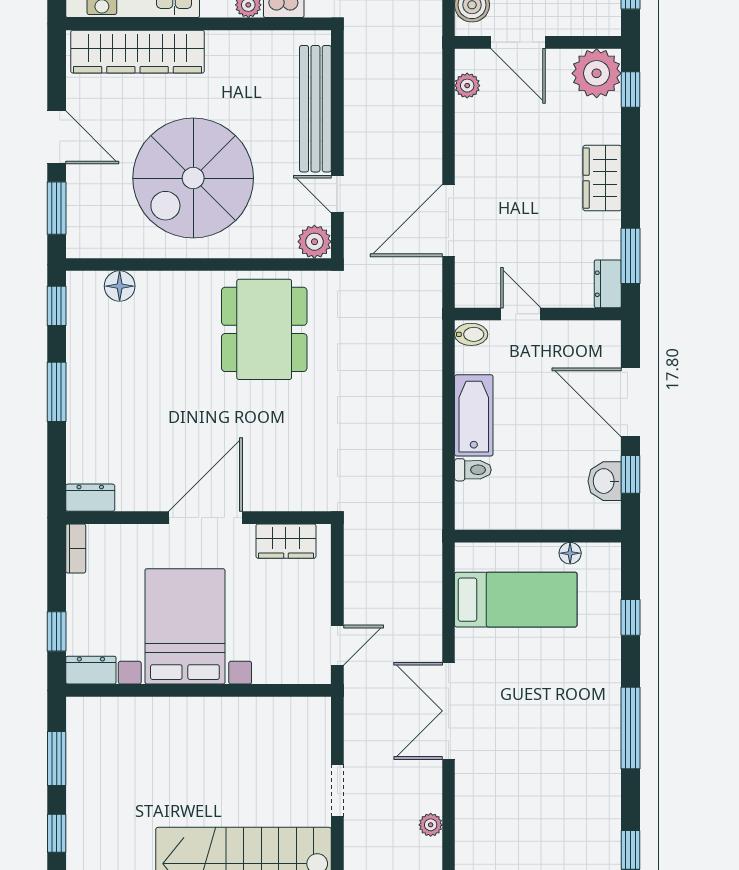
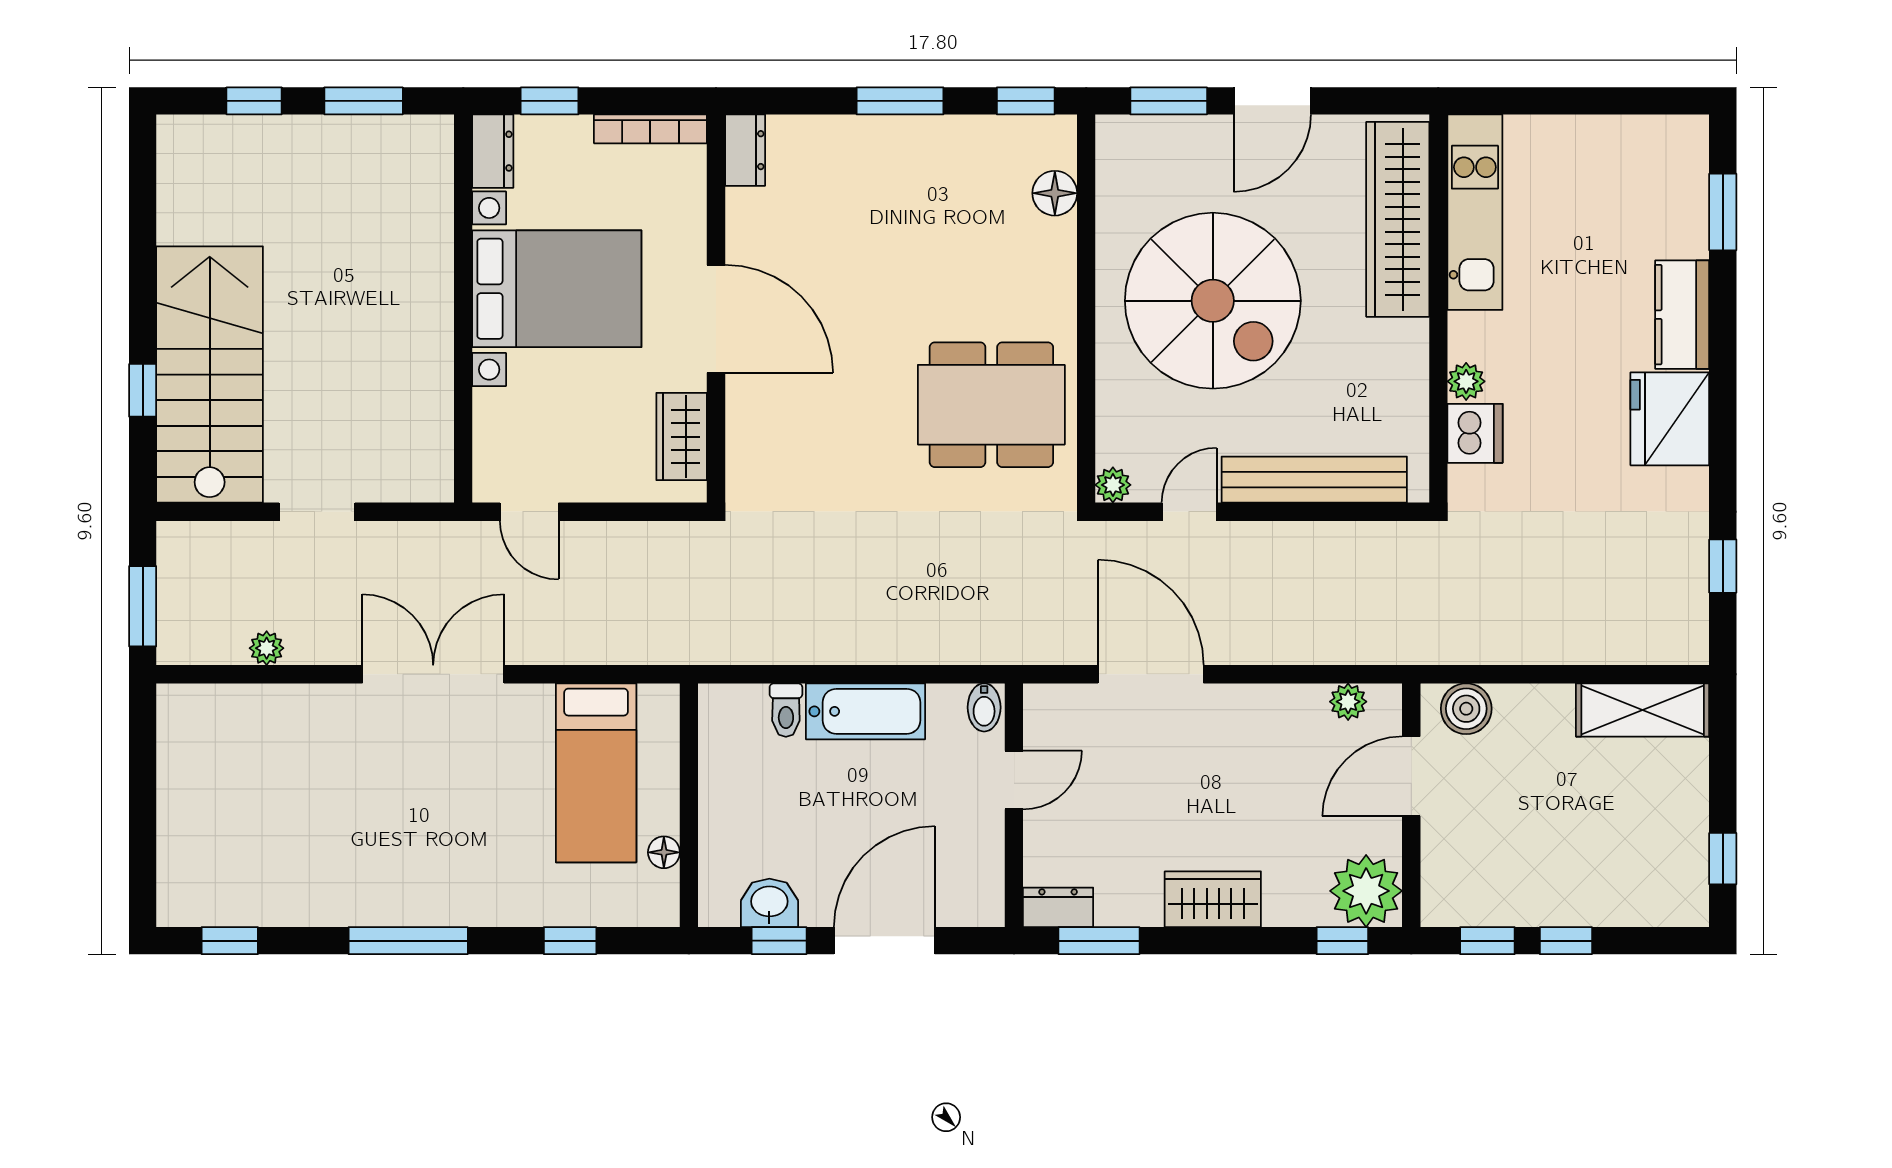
spiral stairs: (193, 178) -> (1213, 301), turned 180
plant: (314, 242) -> (1113, 485), width x0.73, depth x0.73
bookcase: (76, 548) -> (650, 129), width x1.56

